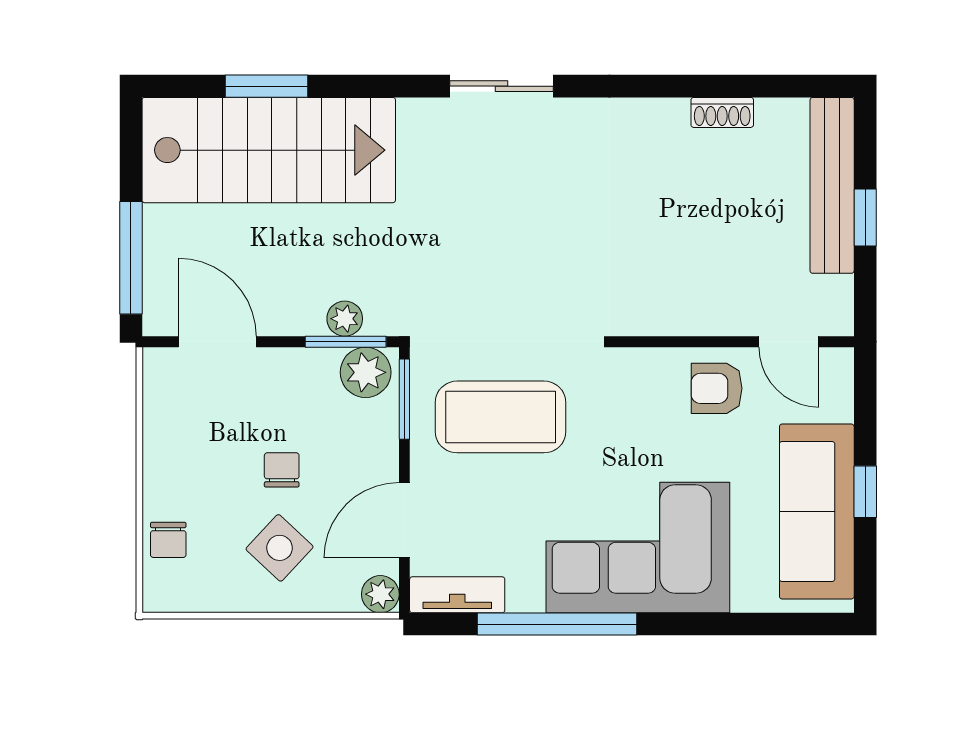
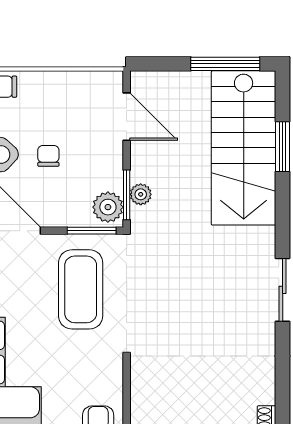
window: (131, 258) -> (225, 64), moved
door: (217, 342) -> (127, 117), hinge flipped
chair: (282, 470) -> (48, 156), turned -90

